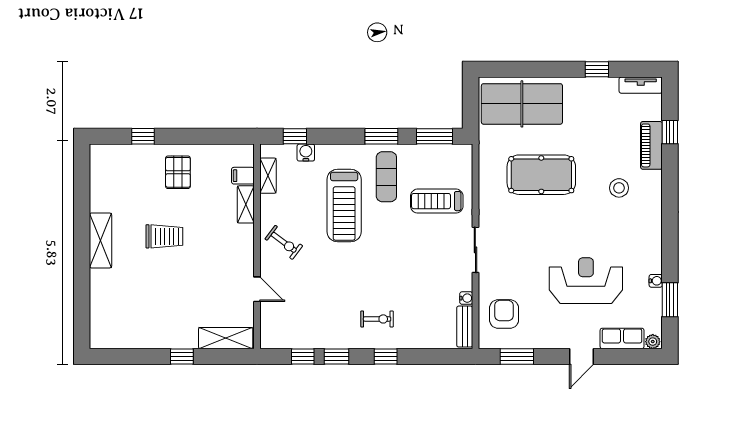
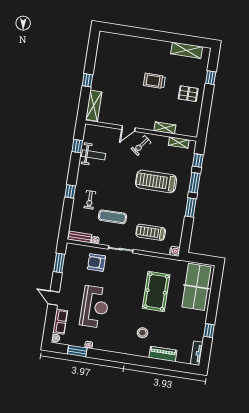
window: (670, 132) -> (169, 365), removed
window: (435, 136) -> (194, 183), moved
water cooler: (306, 153) -> (175, 251), moved
filing cabinet: (243, 176) -> (181, 129), removed
exercise mat: (386, 177) -> (112, 217), moved
treadmill: (437, 201) -> (151, 232), turned -90
trolley: (164, 236) -> (154, 81), turned 90
shelving: (101, 240) -> (187, 50), moved
door: (257, 289) -> (128, 129), moved
armchair: (504, 314) -> (96, 263), moved, turned 180
exercise bike: (377, 319) -> (90, 200), moved
weight bench: (314, 325) -> (94, 155), added
window: (337, 357) -> (74, 165), removed

